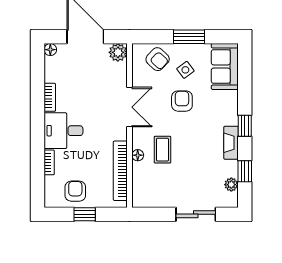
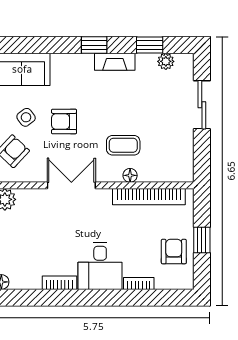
armchair: (75, 191) -> (174, 252), turned 90

